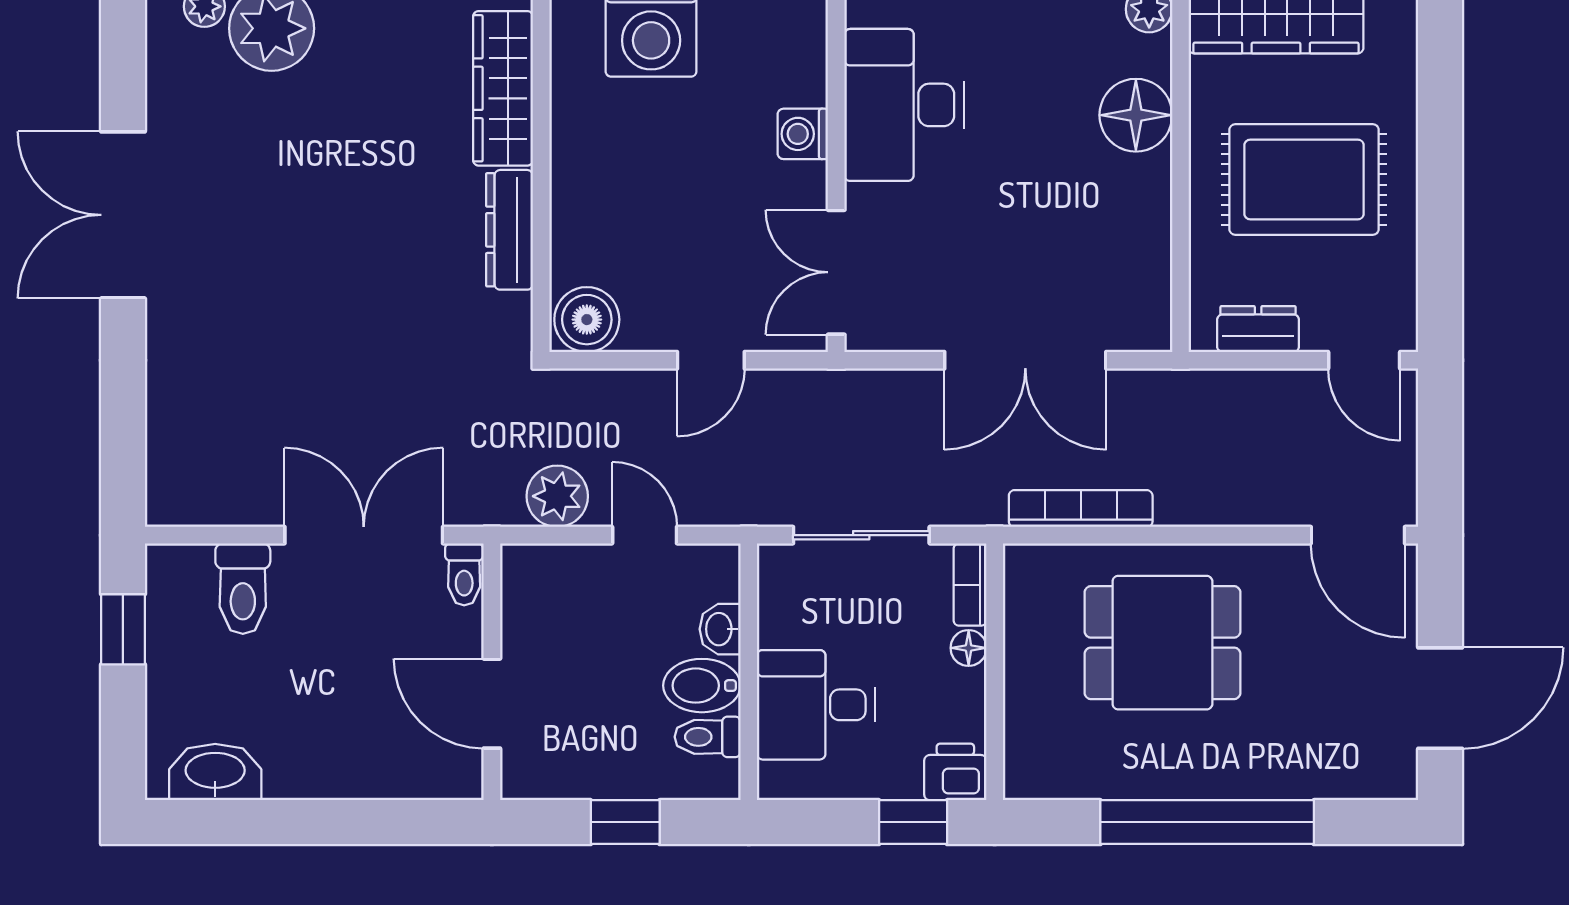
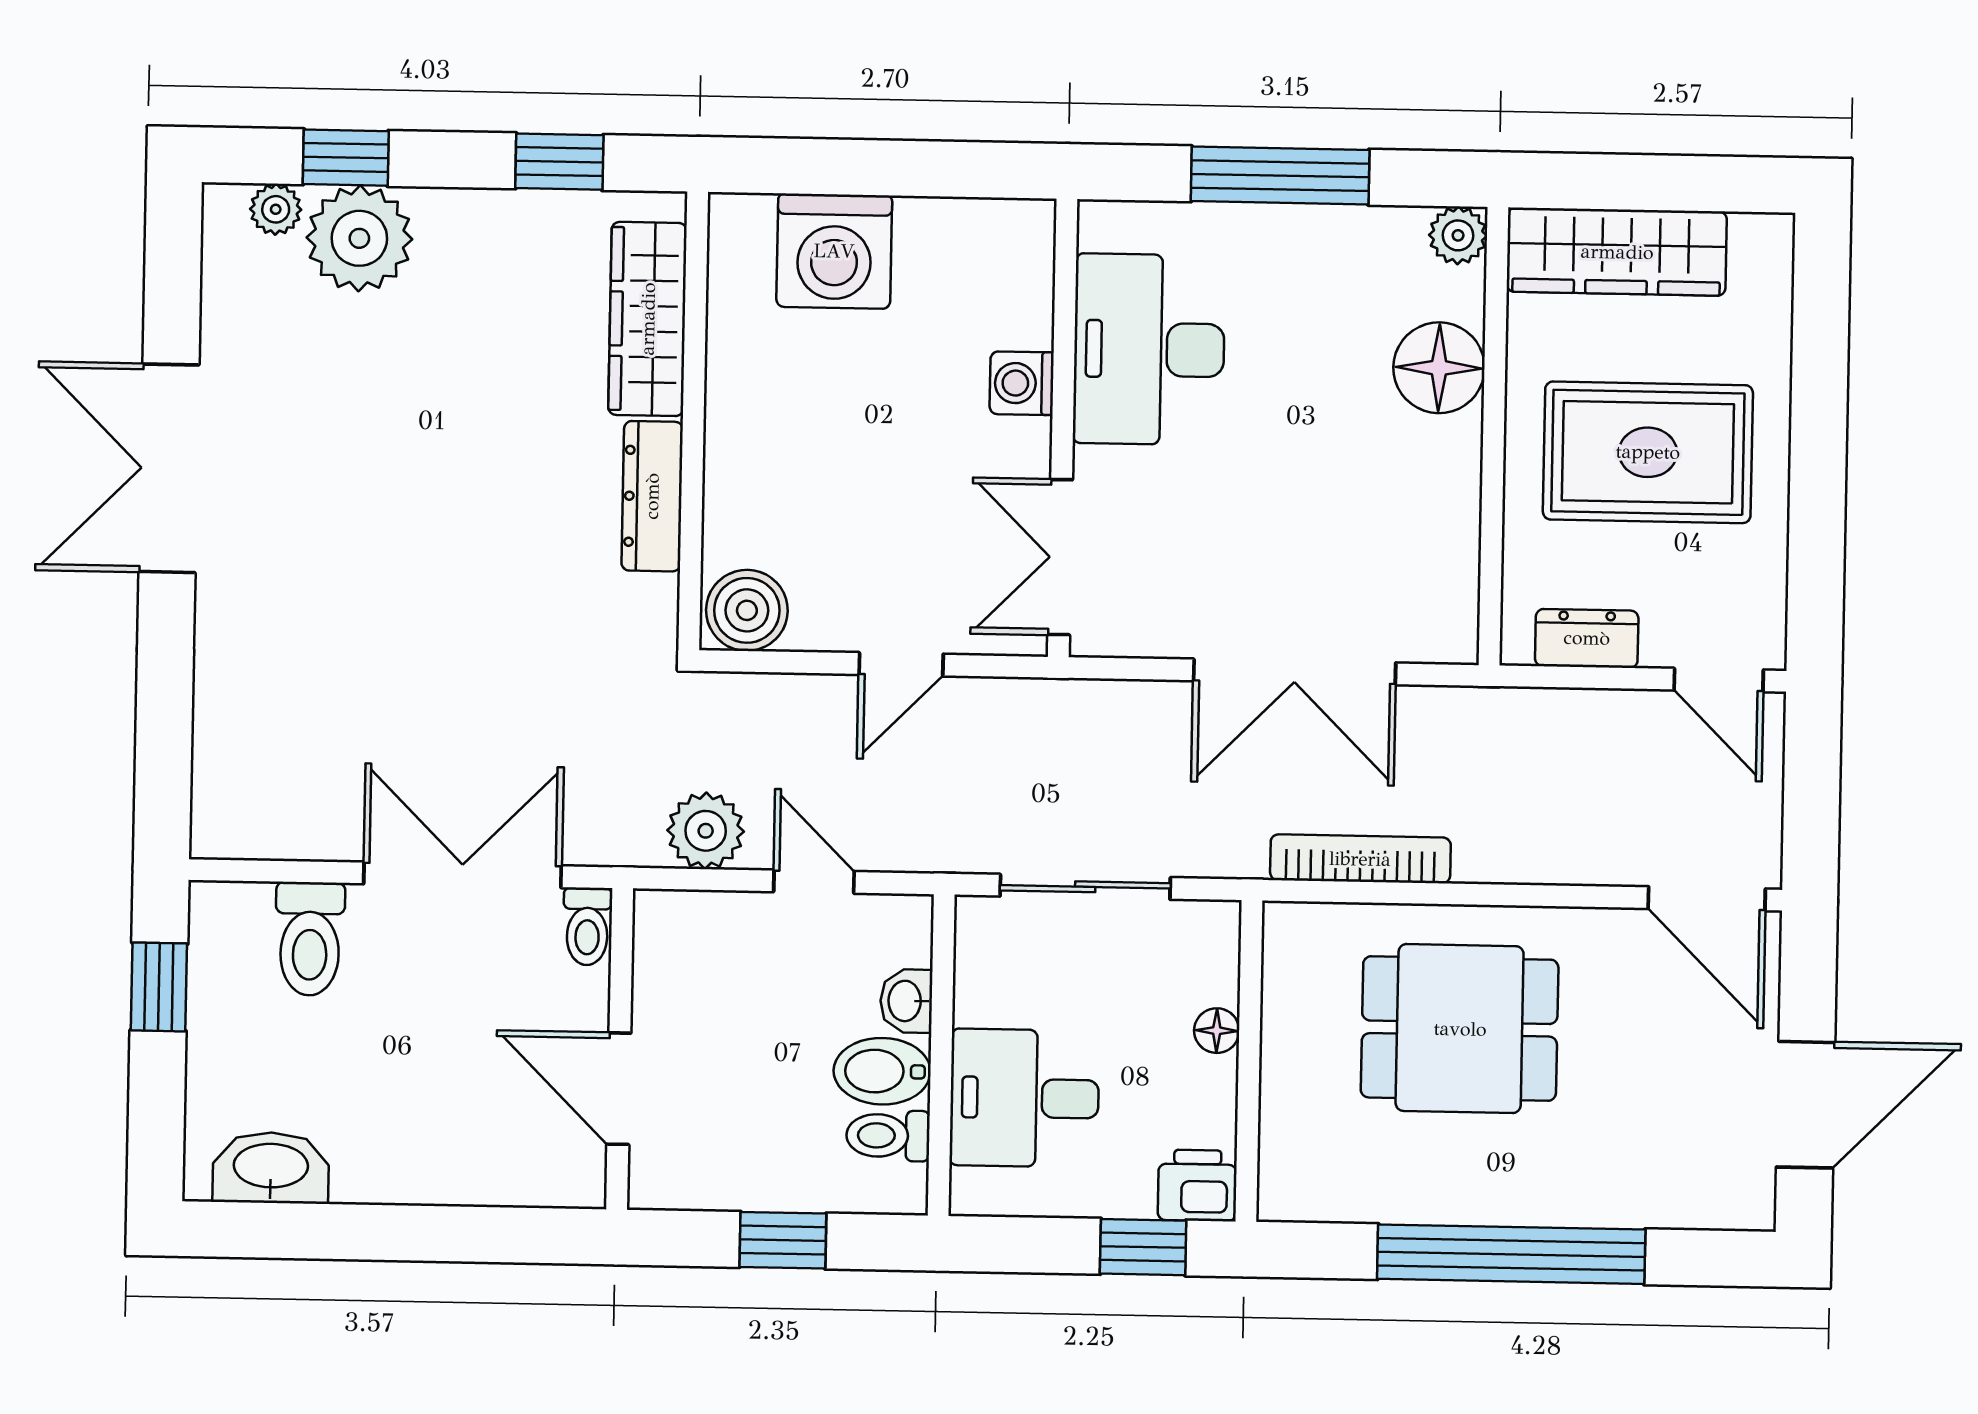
bookcase: (970, 585) -> (1220, 951), removed

